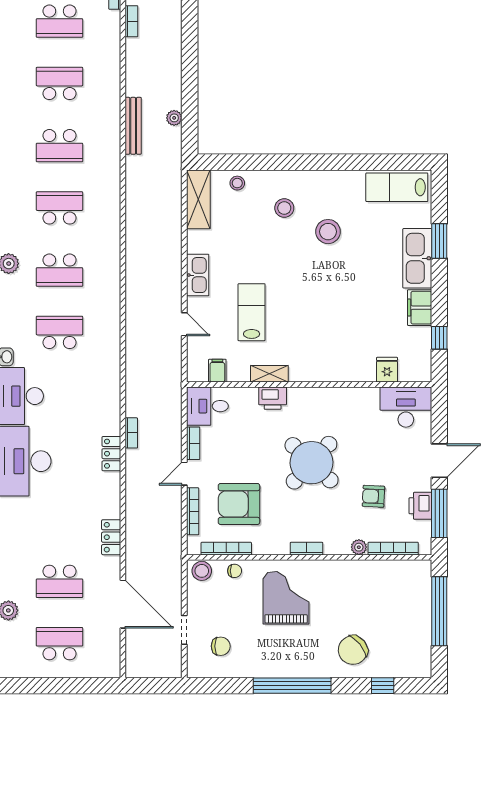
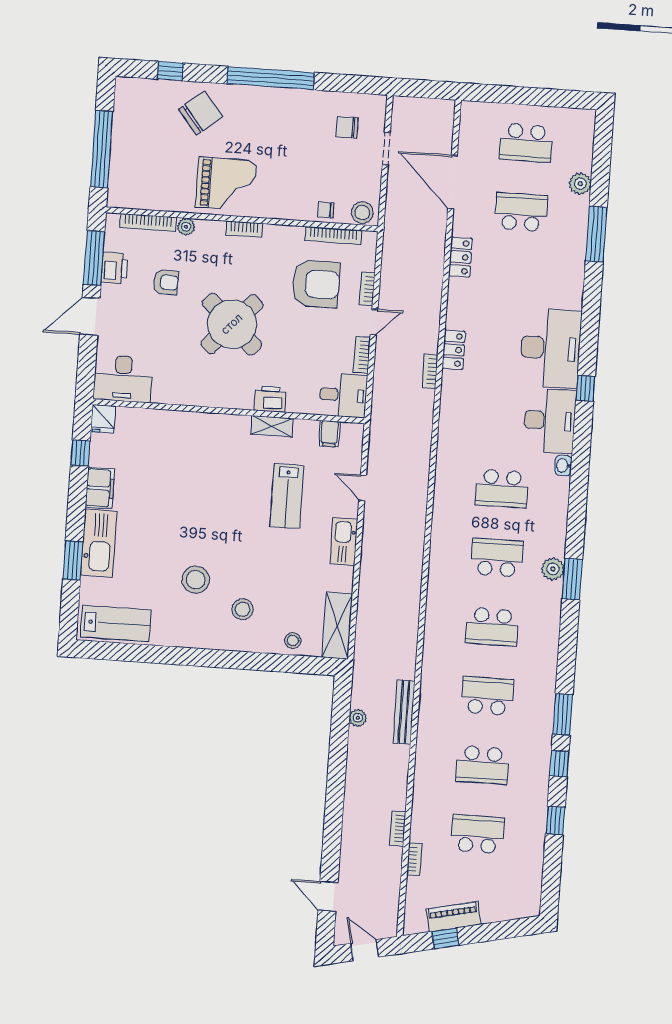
fridge: (387, 370) -> (103, 419), moved
bookcase: (193, 511) -> (367, 289), width x0.64
grand piano: (286, 598) -> (226, 184), moved, turned -90

